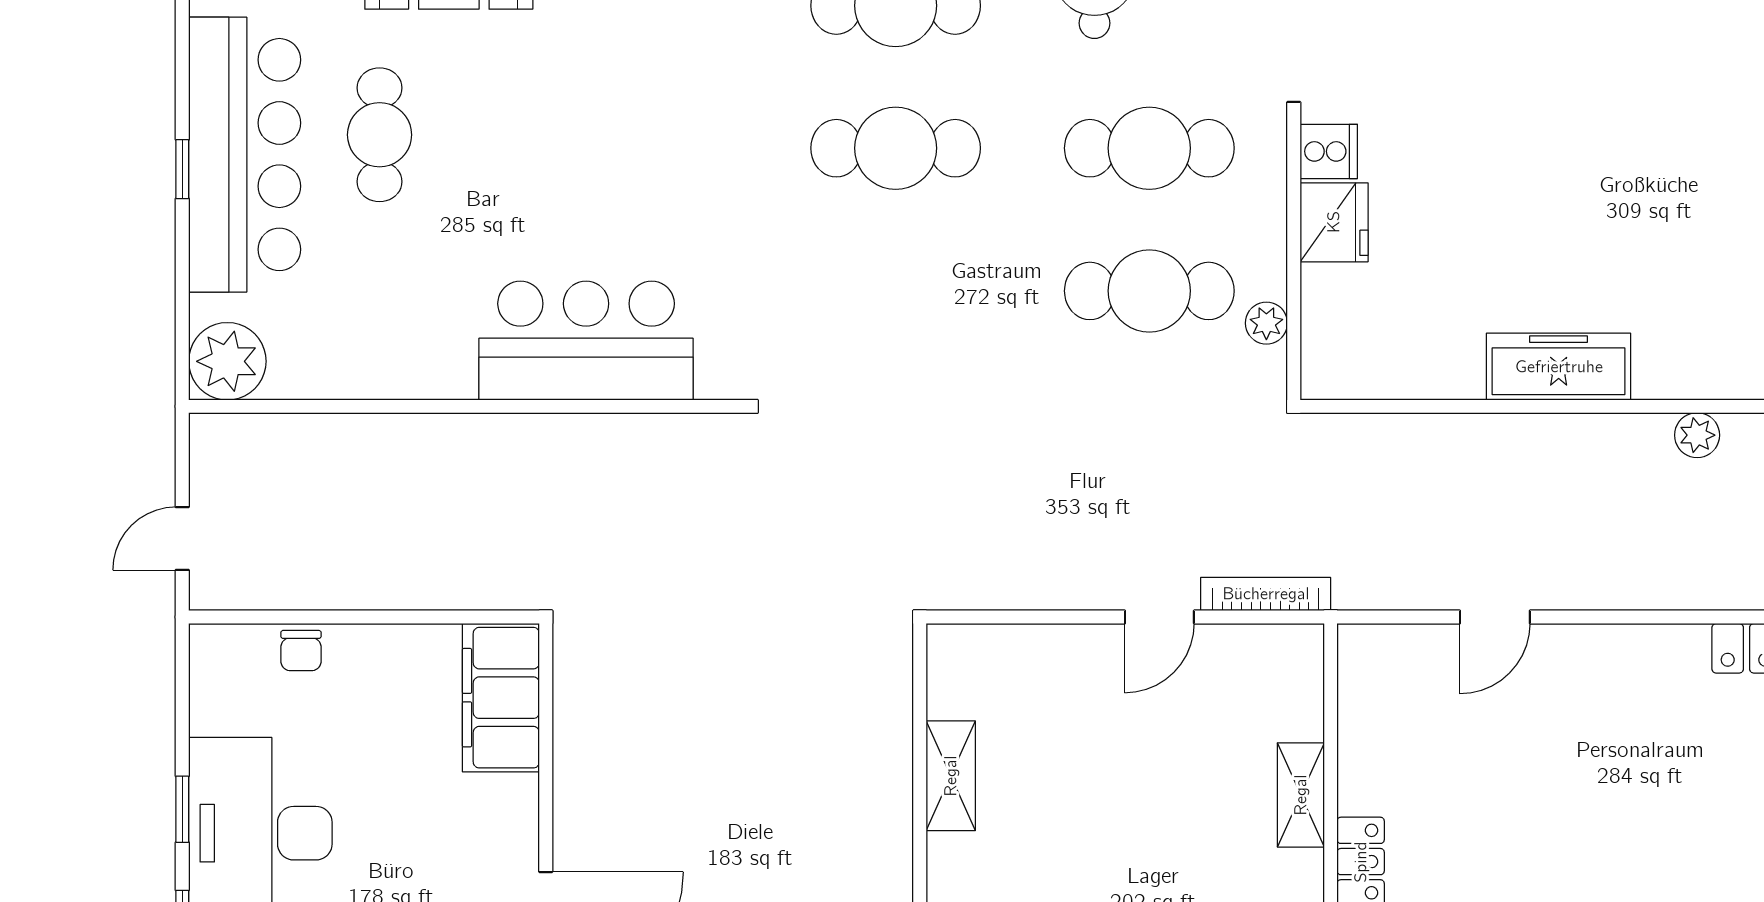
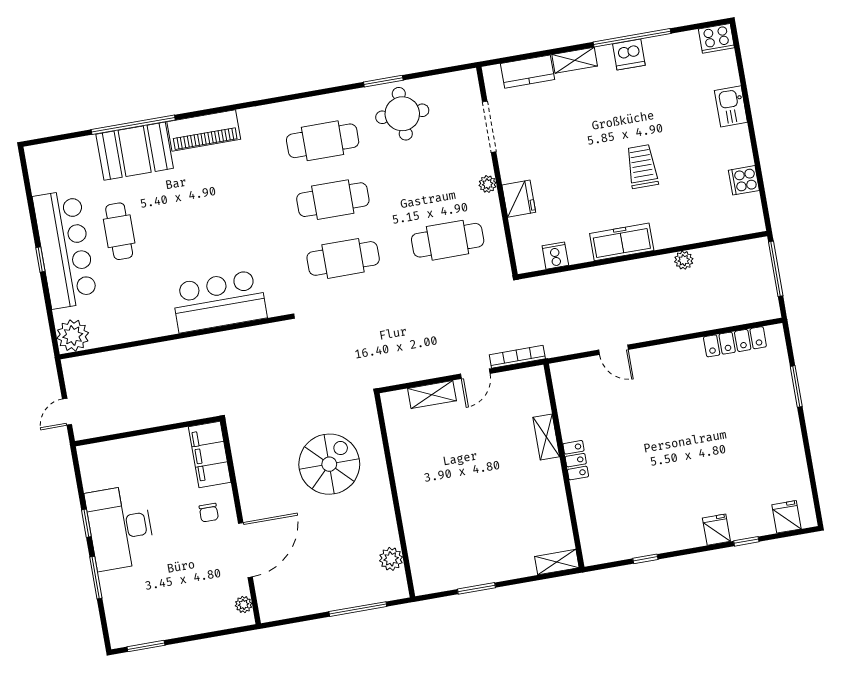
cafe table: (1149, 148) -> (343, 258), moved
cooker: (1329, 151) -> (555, 256), moved, turned -90
trolley: (1637, 197) -> (642, 166), added
plant: (1266, 323) -> (488, 184), moved
door: (1495, 617) -> (613, 350), hinge flipped
chair: (301, 651) -> (209, 513), moved
spiral stairs: (779, 770) -> (329, 464), added
shelving: (951, 776) -> (432, 395), moved, turned 90

